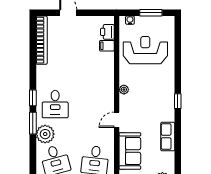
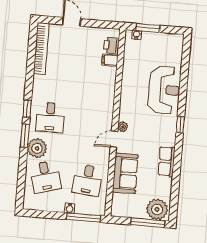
window: (151, 13) -> (148, 28), moved
reception desk: (145, 50) -> (164, 90), moved, turned 90
plant: (124, 90) -> (123, 127), moved

